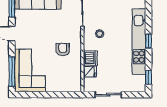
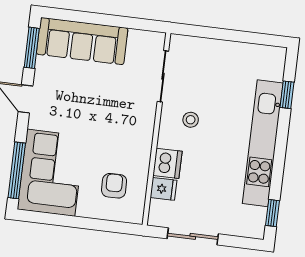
window: (148, 41) -> (287, 95), moved
armchair: (63, 50) -> (114, 186), moved

